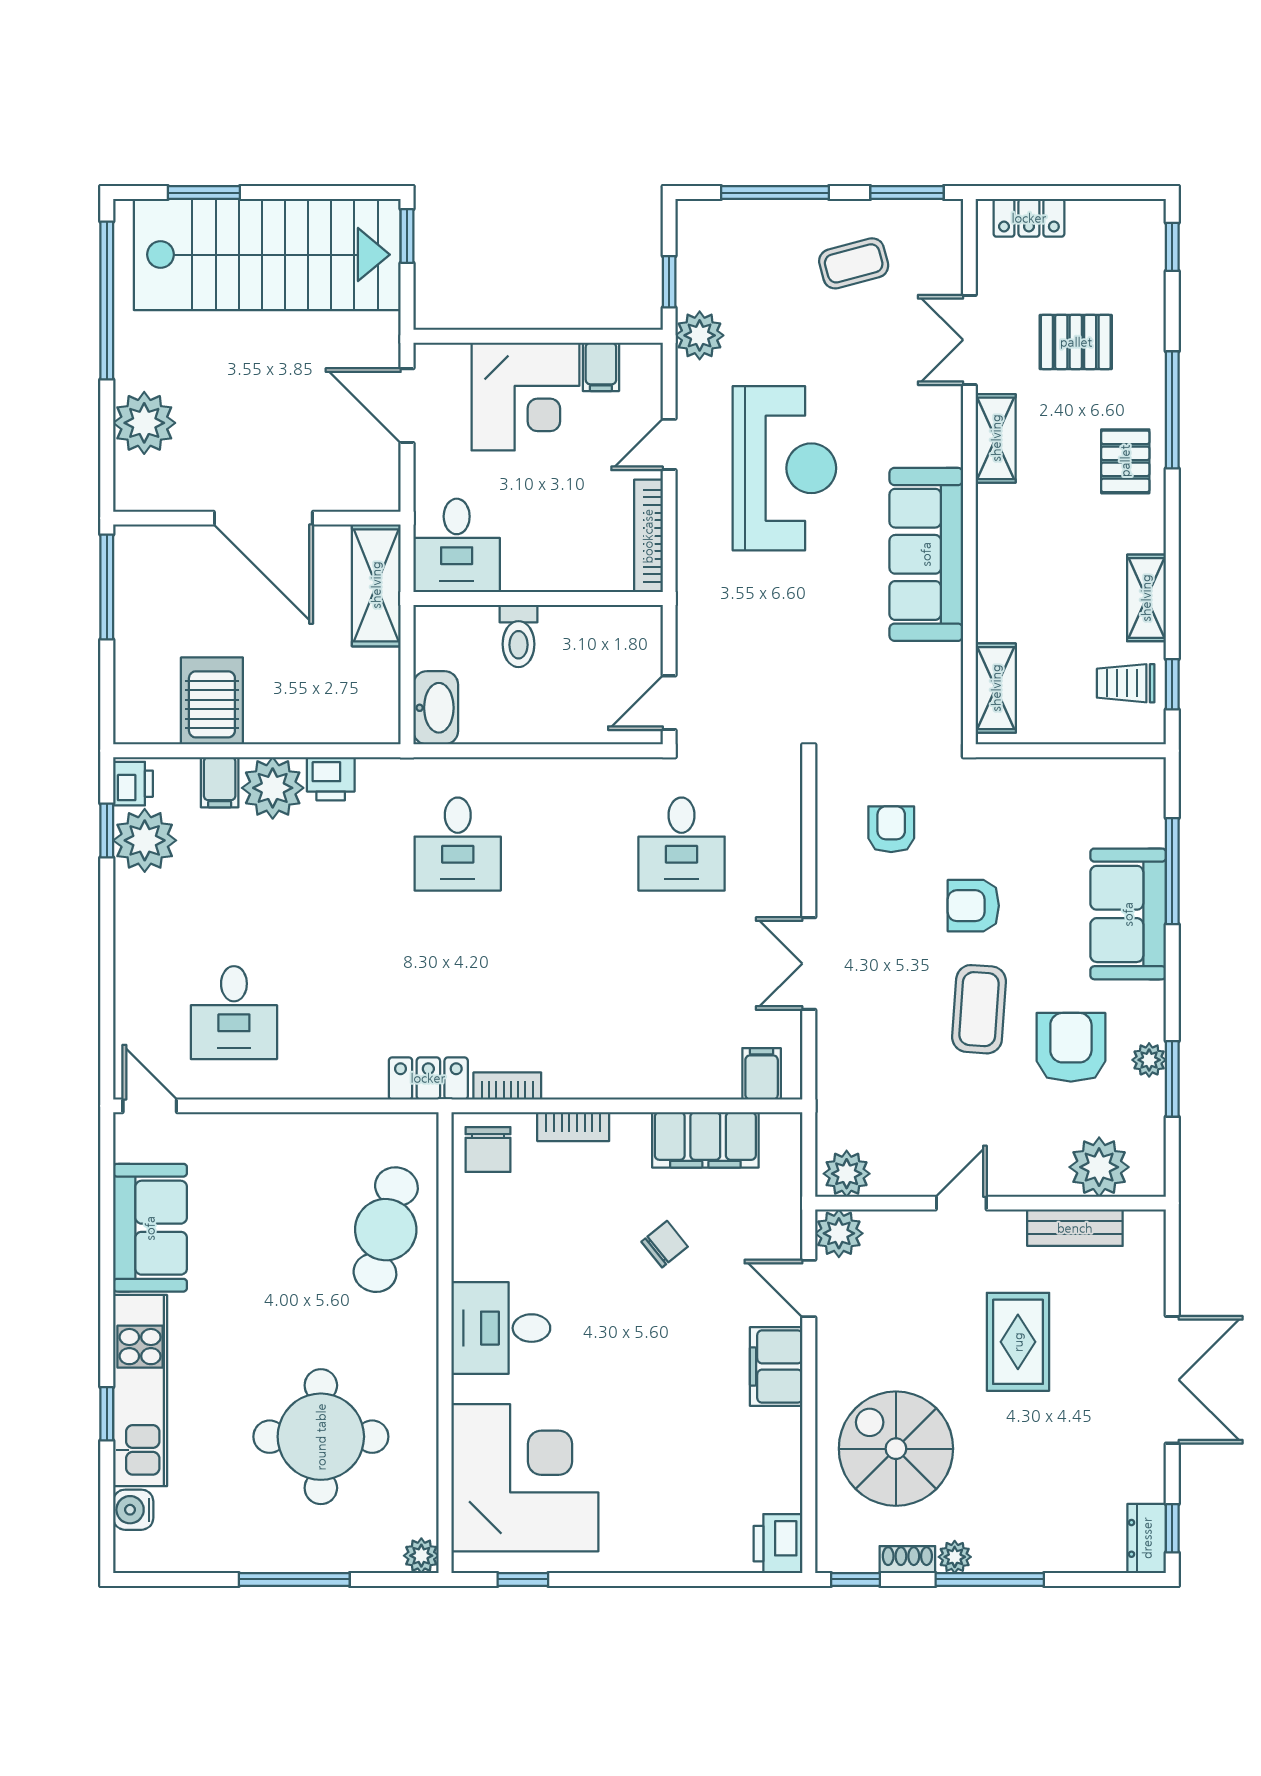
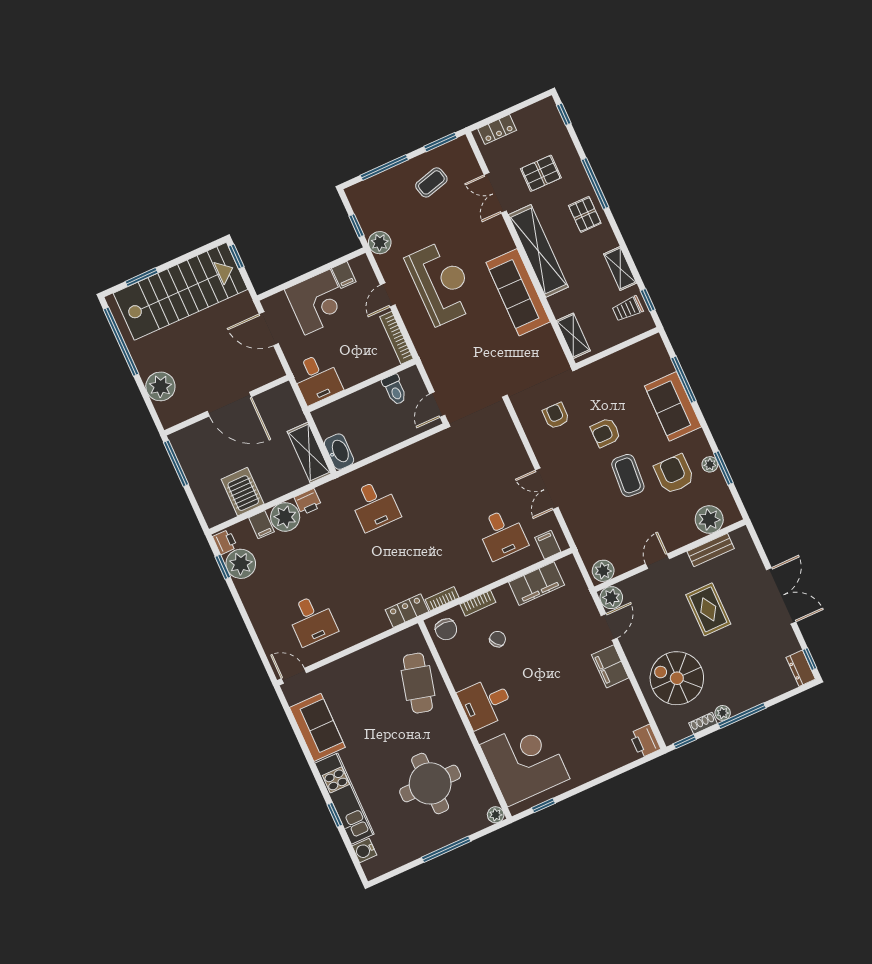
shelving: (996, 438) -> (538, 251), width x2.20, depth x1.33
shelving: (376, 585) -> (309, 453), moved
toilet: (519, 636) -> (395, 390), moved
desk: (682, 844) -> (502, 534), moved
chair: (665, 1244) -> (498, 639), moved
door: (809, 1289) -> (609, 627), swing flipped

